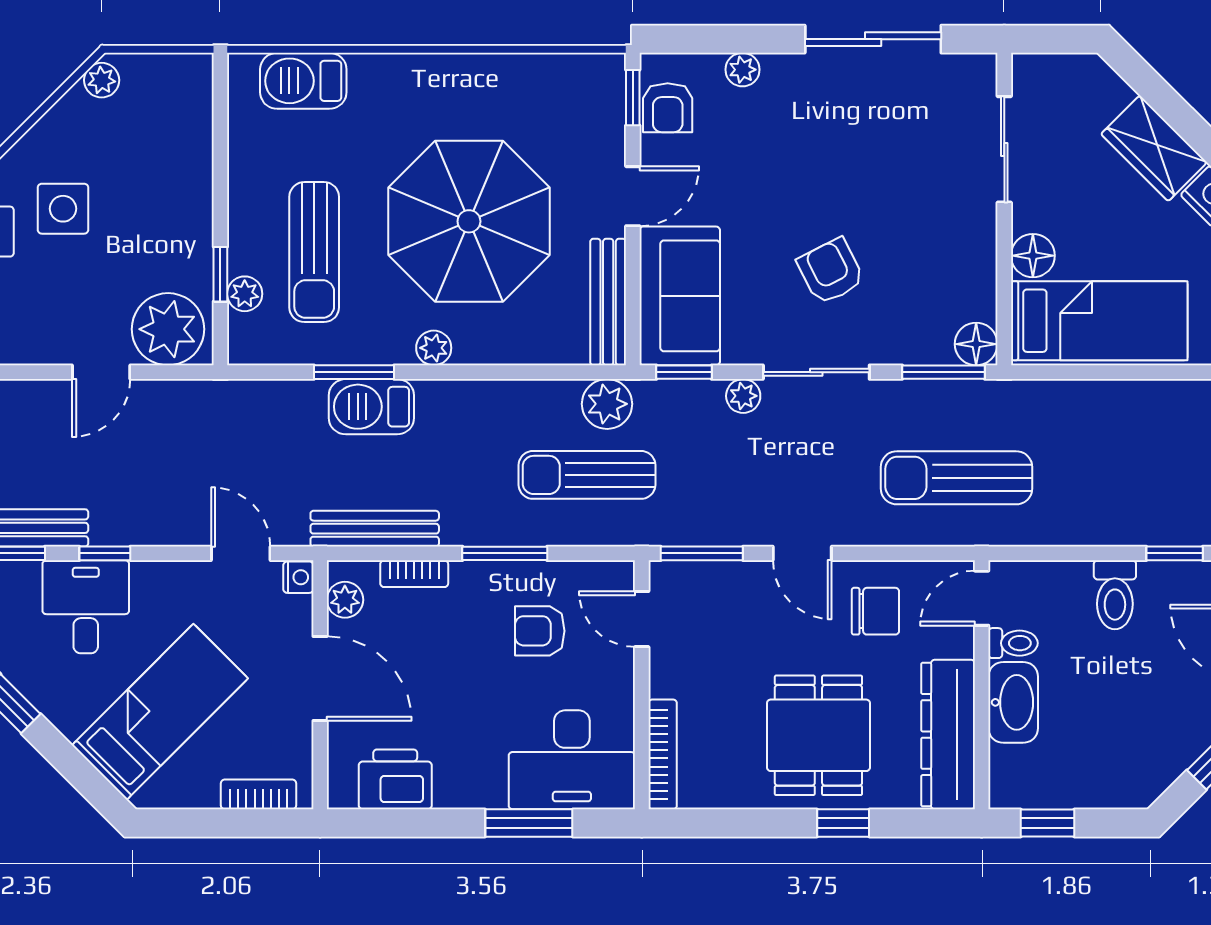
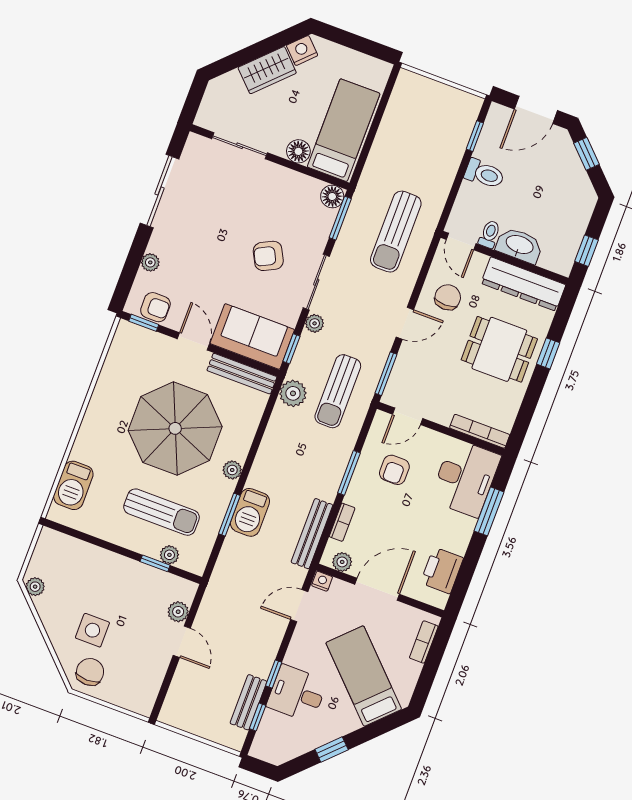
plant: (168, 329) -> (178, 612), width x0.53, depth x0.53
sun lounger: (587, 475) -> (338, 391), moved

